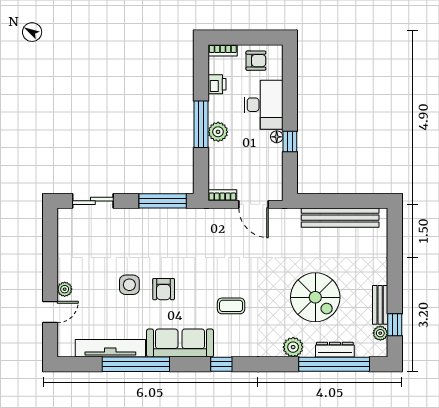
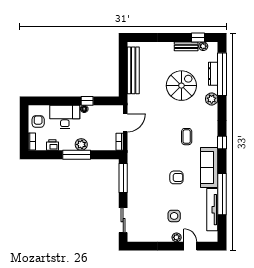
side table: (129, 285) -> (174, 216), moved

